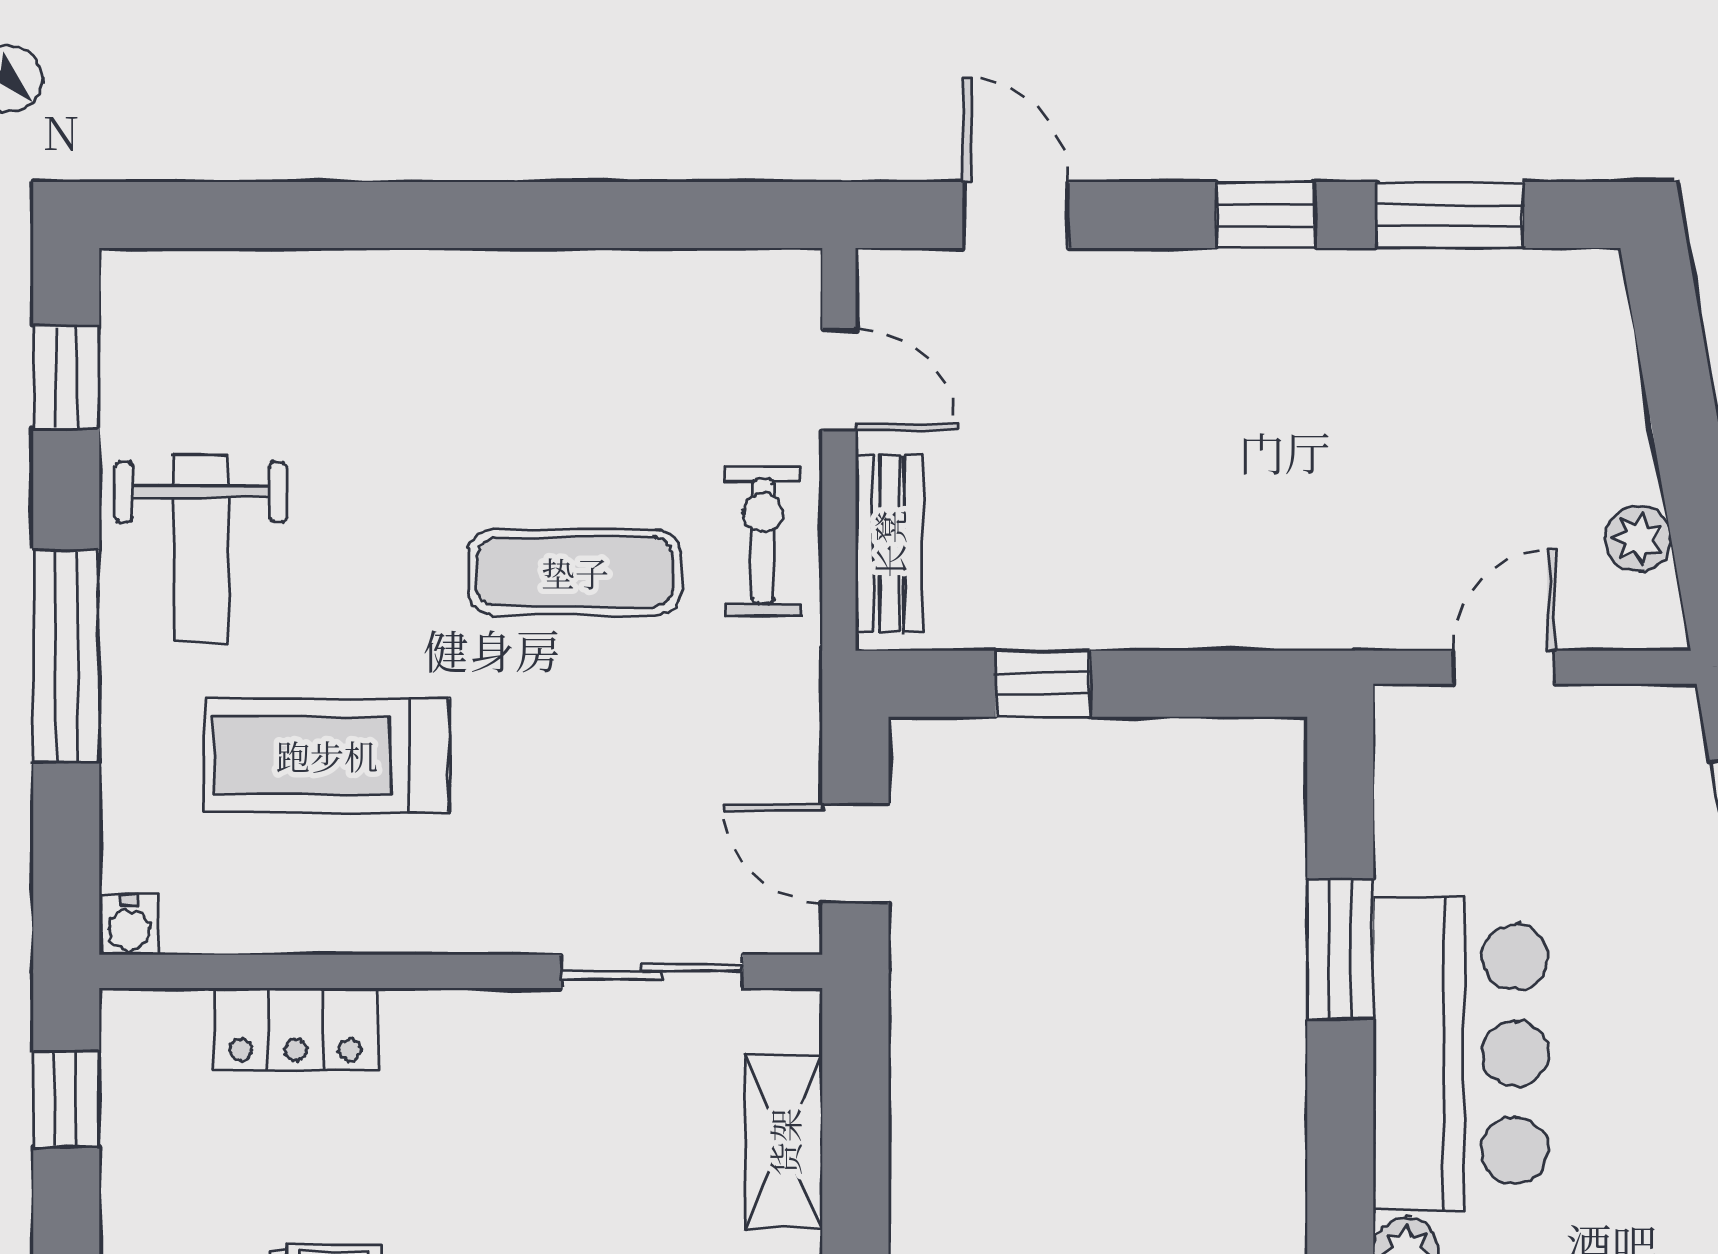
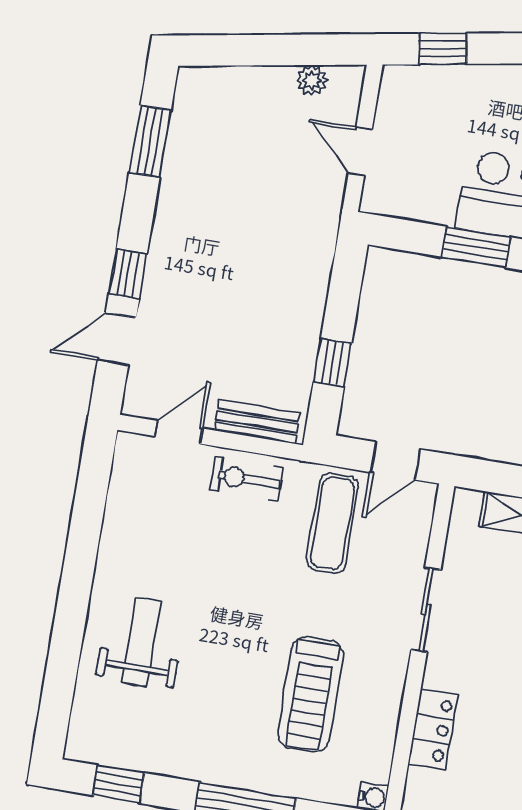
window: (1265, 215) -> (128, 274), moved
weight bench: (201, 548) -> (141, 642), moved, turned -90
exercise mat: (575, 572) -> (332, 523), moved
sliding door: (652, 971) -> (426, 610), moved

